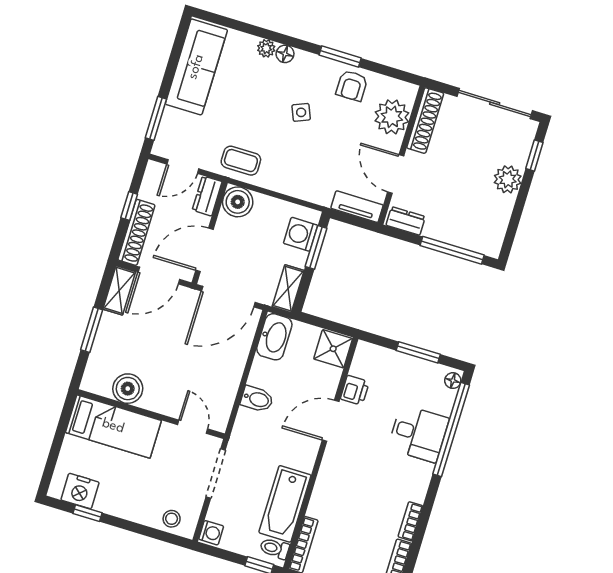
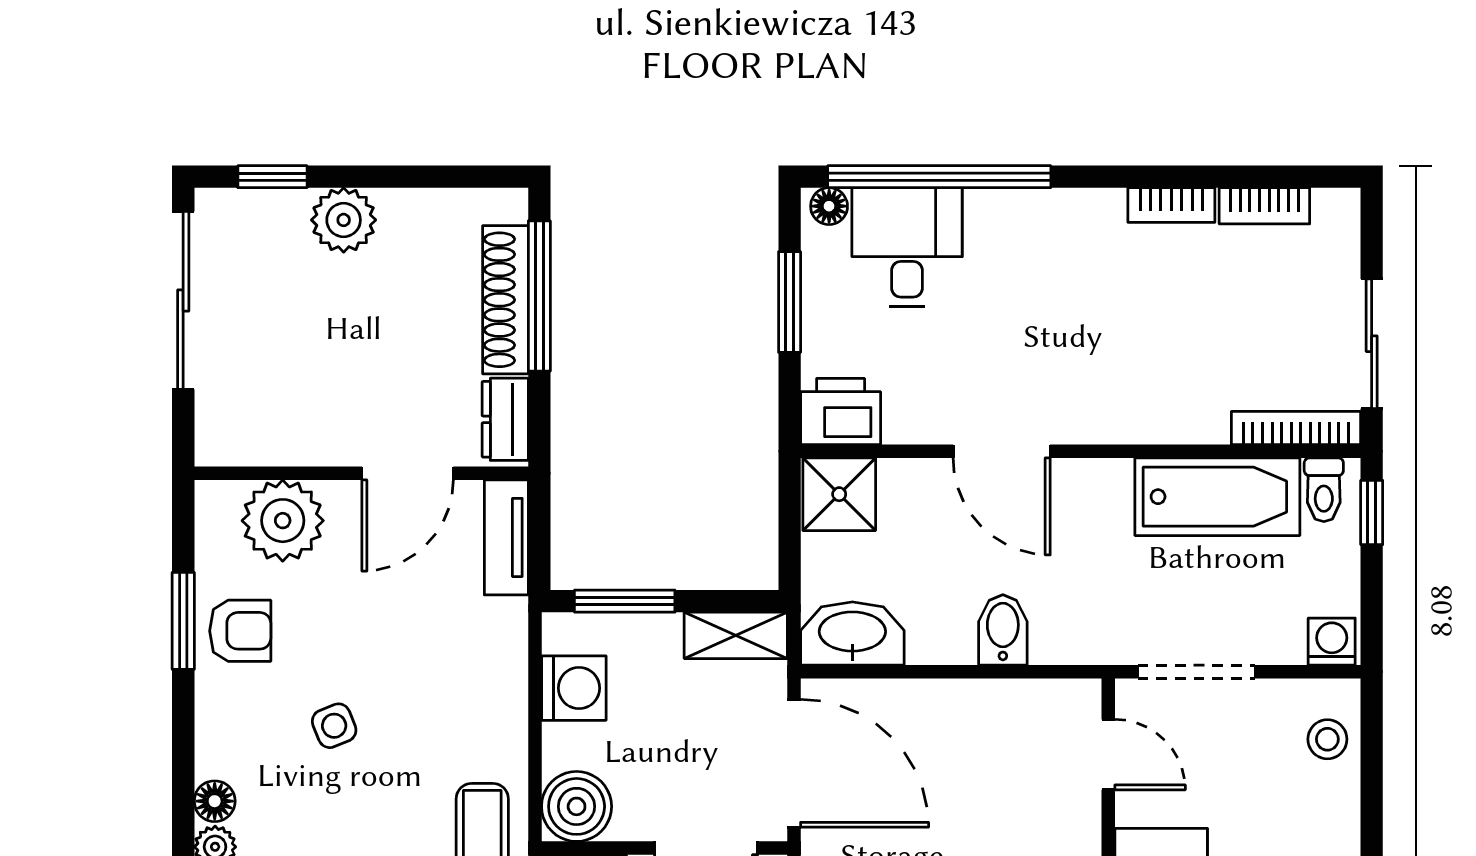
window: (340, 57) -> (183, 621), moved
shoe rack: (425, 121) -> (505, 300), moved, turned -90
washing machine: (301, 234) -> (574, 688), moved, turned -90
printer: (355, 390) -> (841, 412), moved, width x1.36, depth x1.24
door: (193, 427) -> (1108, 755), swing flipped
desk: (418, 433) -> (907, 247), moved

